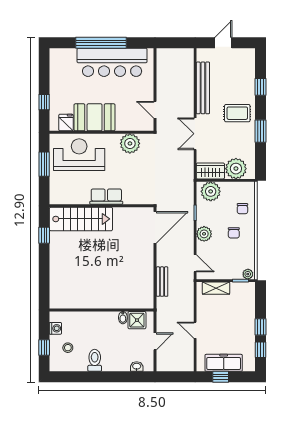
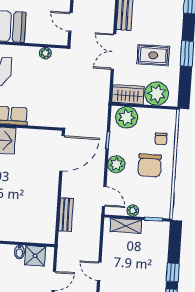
rug: (237, 113) -> (153, 55), moved
plant: (130, 143) -> (45, 53), width x0.53, depth x0.53
chair: (234, 233) -> (150, 165), width x1.87, depth x1.87
plant: (248, 274) -> (133, 211), moved

